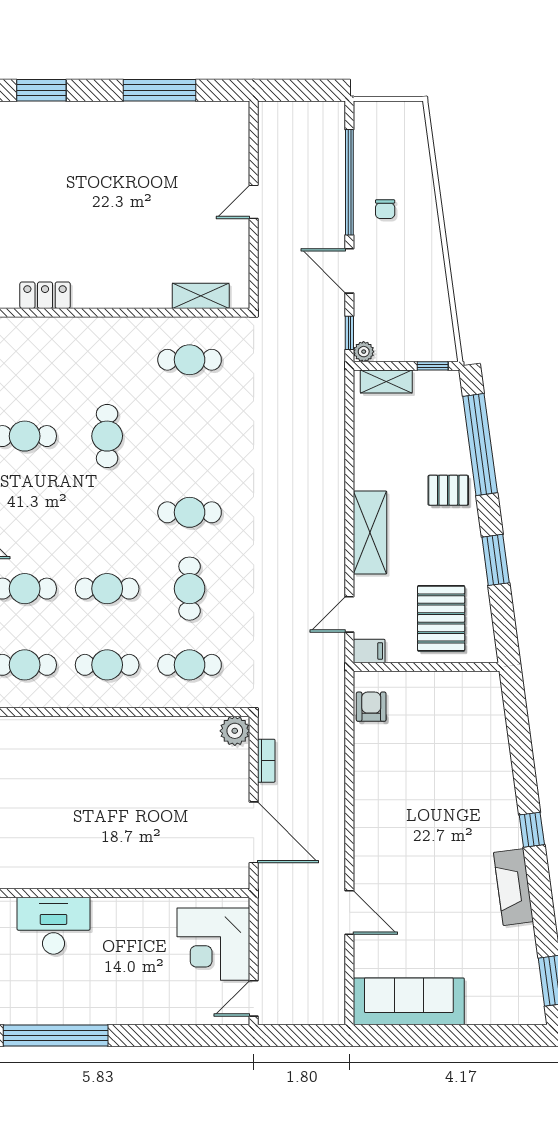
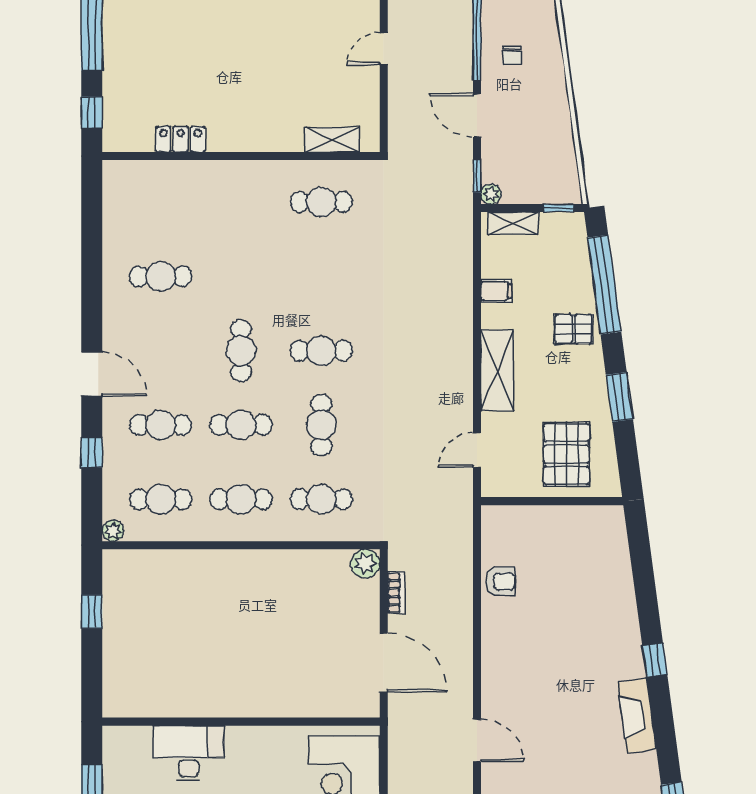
cafe table: (107, 436) -> (241, 351), moved
filing cabinet: (369, 651) -> (496, 291), moved
armchair: (371, 707) -> (500, 582), moved, turned 90

